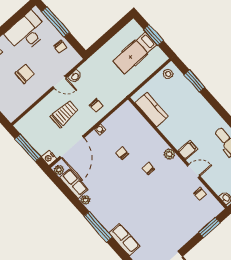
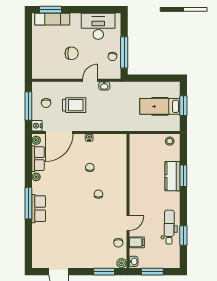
window: (55, 22) -> (124, 52), moved
window: (194, 81) -> (183, 176), moved
door: (59, 82) -> (90, 80), swing flipped
chair: (96, 105) -> (46, 103), moved
kitchen counter: (152, 110) -> (173, 176), moved, turned 180
filing cabinet: (188, 150) -> (137, 242), moved
plant: (169, 154) -> (122, 263), moved
door: (194, 171) -> (128, 223), hinge flipped
row of seats: (124, 239) -> (39, 209), moved

